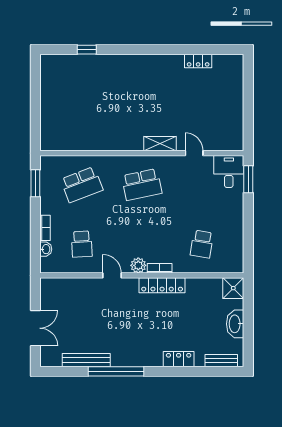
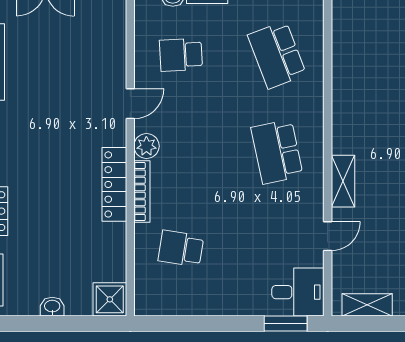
shelving: (237, 129) -> (367, 305), added
bookcase: (160, 268) -> (142, 192), width x1.56
washbasin: (235, 324) -> (52, 307), width x0.52, depth x0.69

